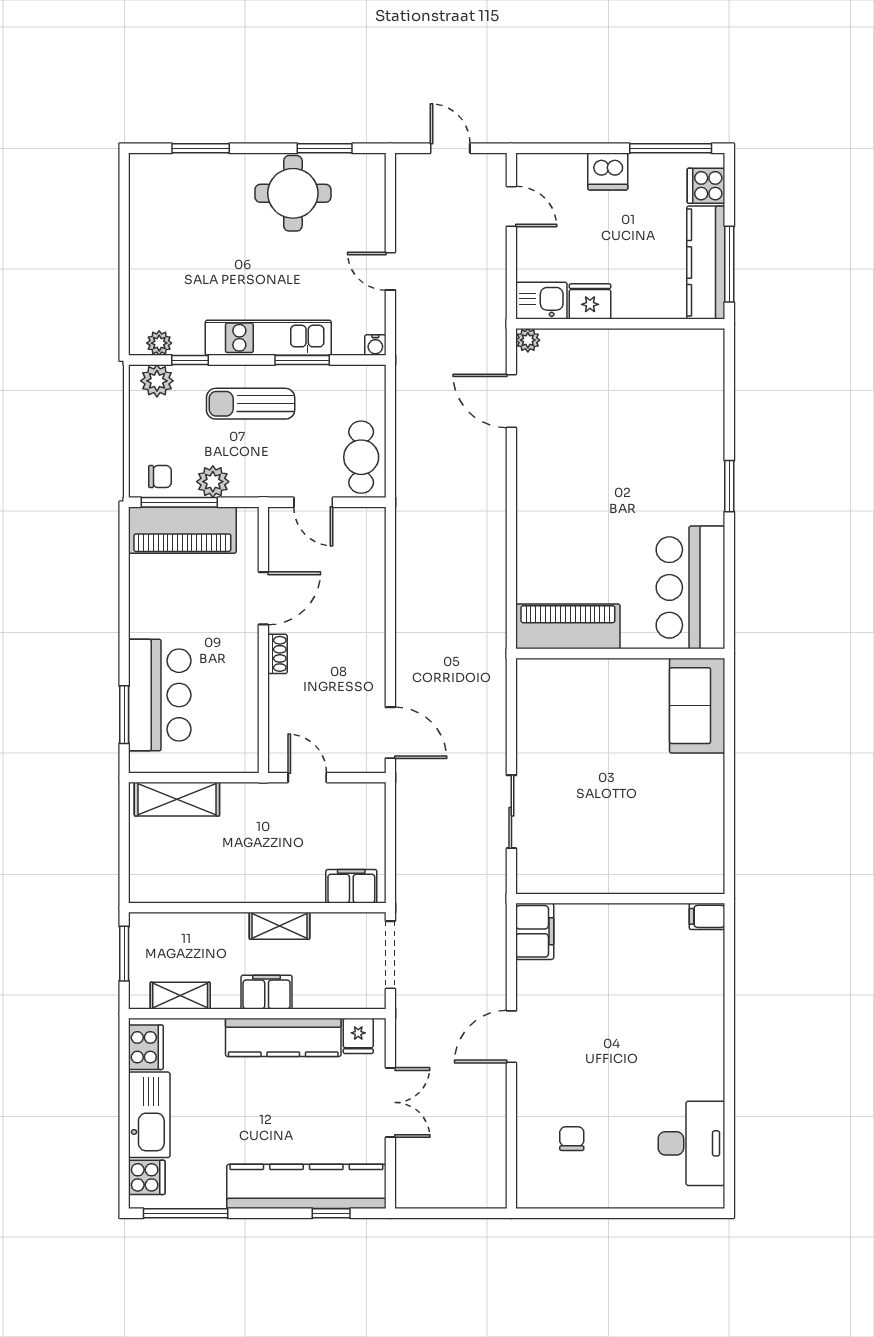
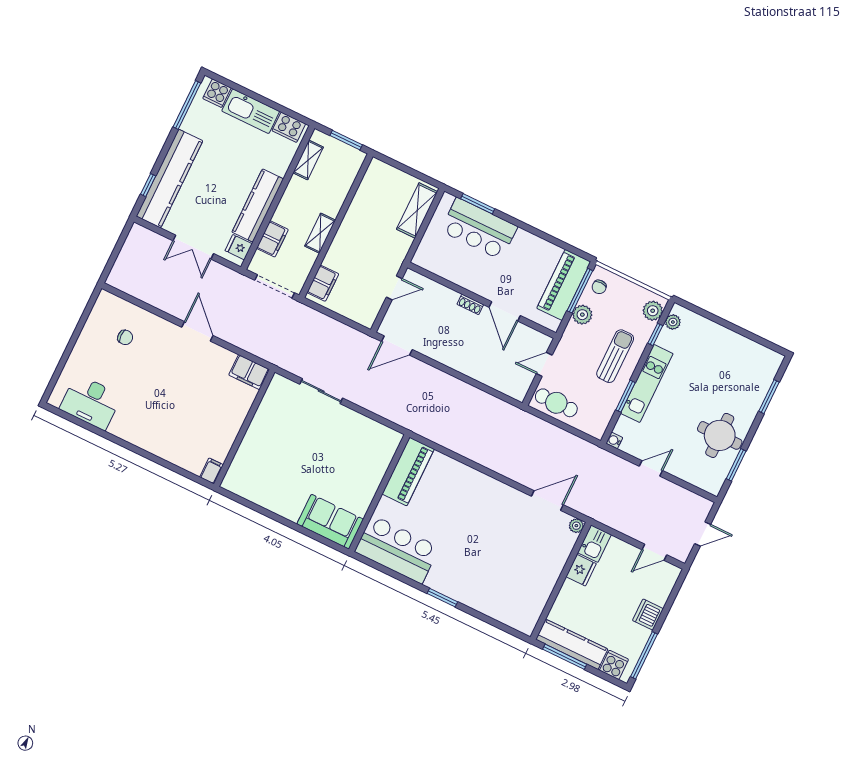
filing cabinet: (267, 992) -> (272, 239), moved

